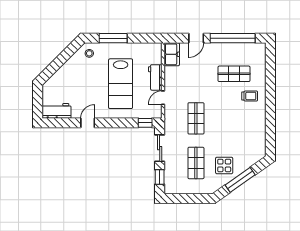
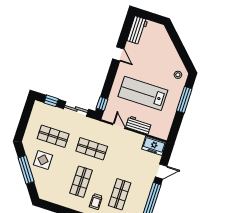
door: (196, 38) -> (161, 171), swing flipped
shop shelf: (234, 118) -> (81, 182), added

